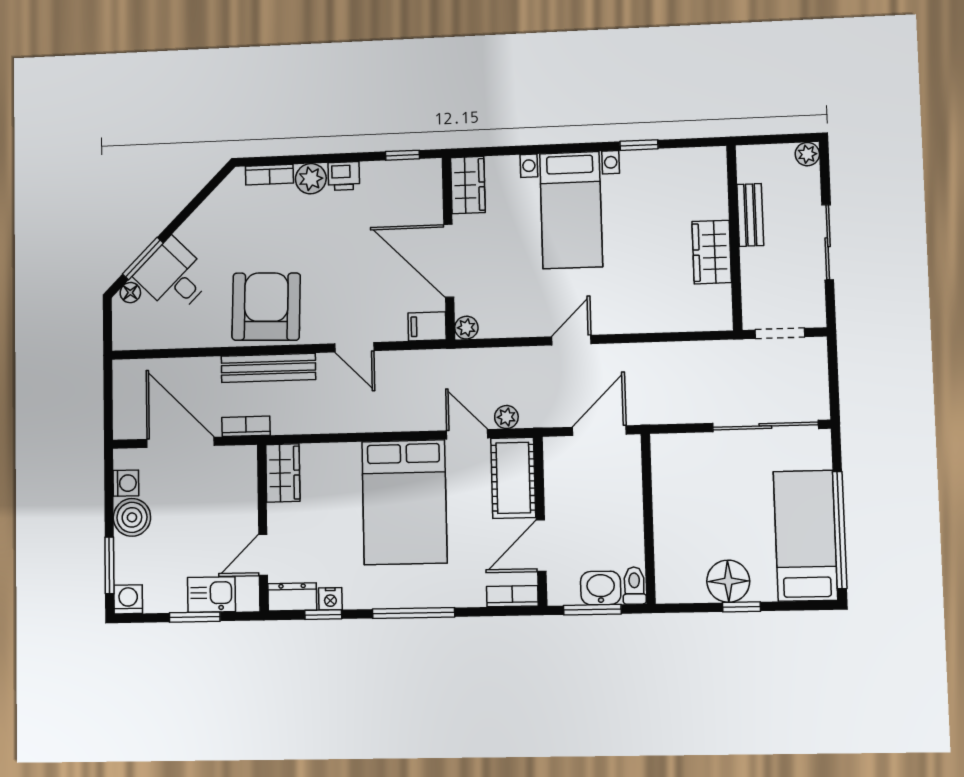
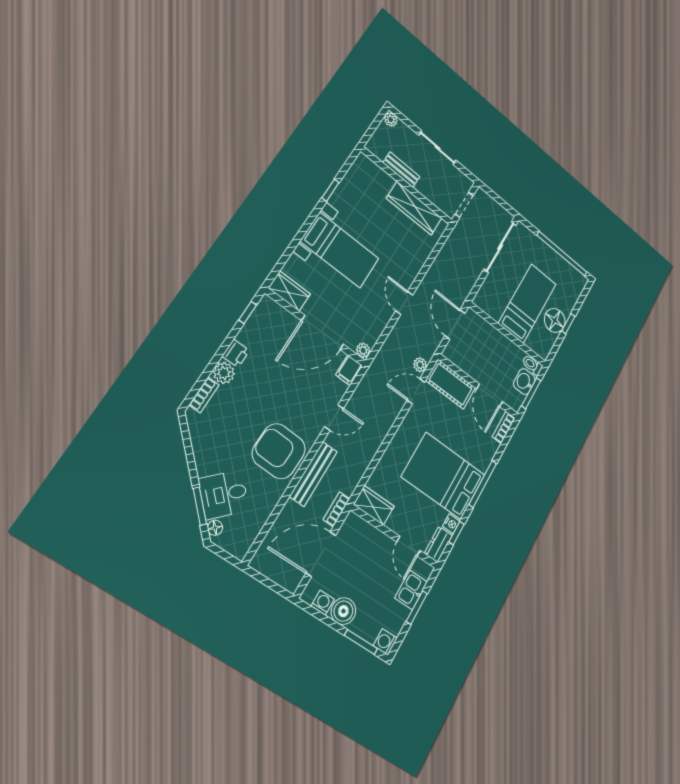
wardrobe: (712, 252) -> (414, 208), width x1.50
bed: (404, 502) -> (443, 476), moved, turned 180
bed: (805, 536) -> (527, 303), moved, turned 90

